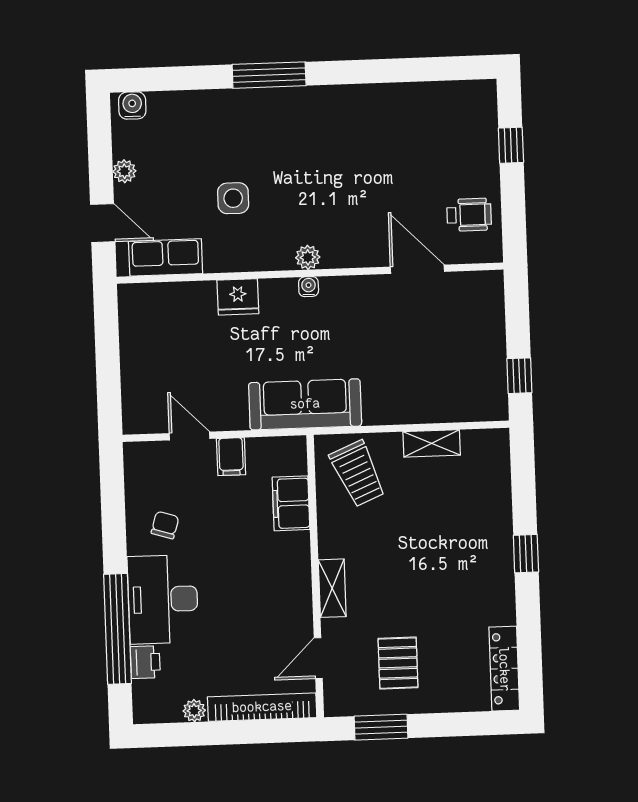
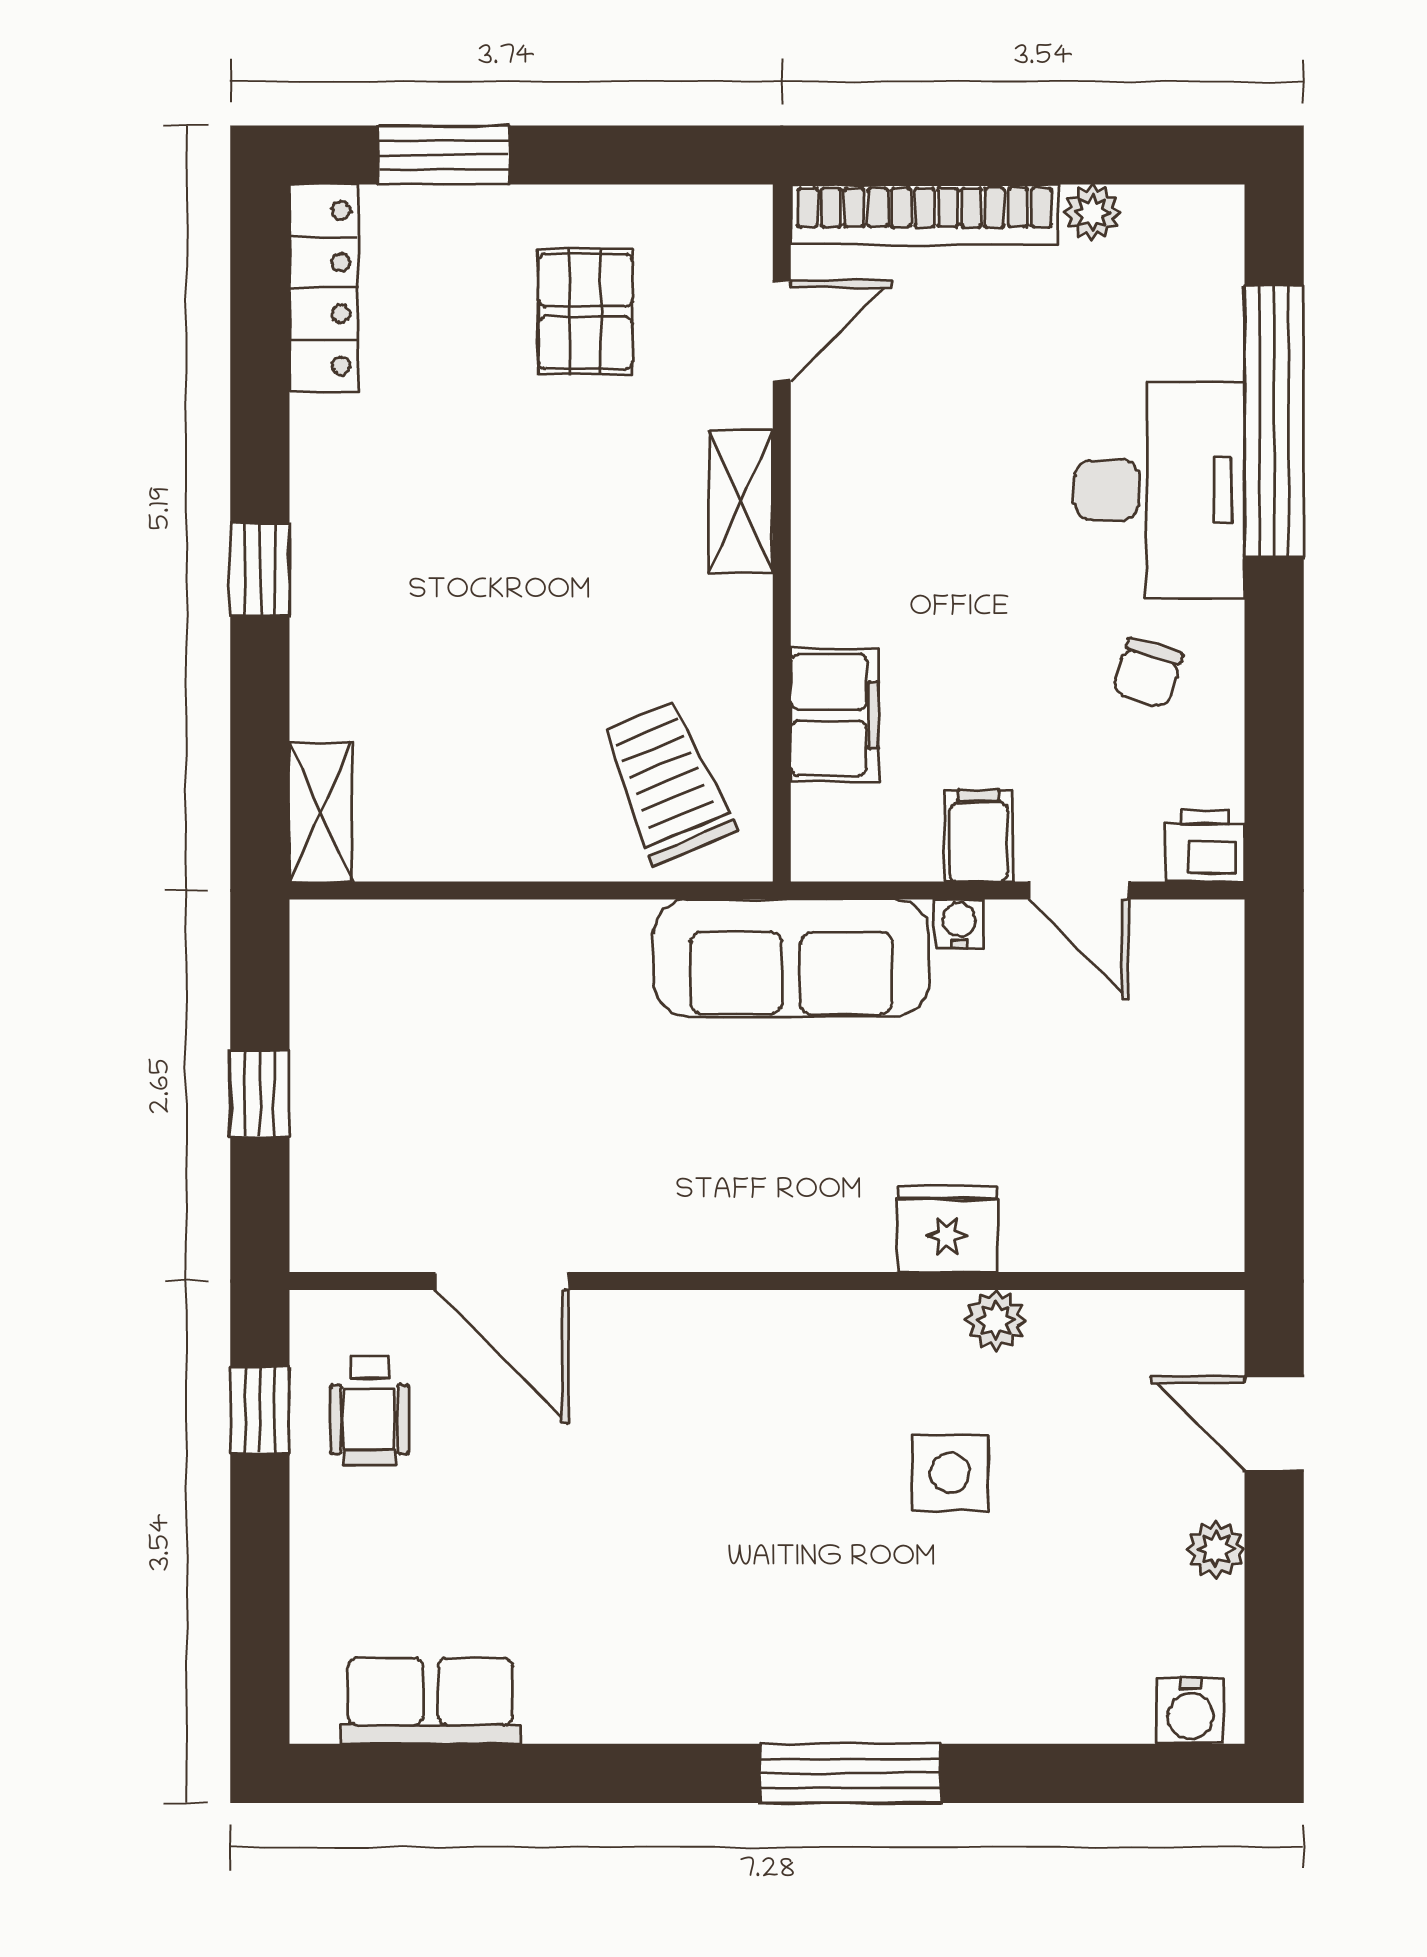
window: (511, 145) -> (260, 1410), moved
wheelchair: (469, 215) -> (369, 1411), turned -90
row of seats: (166, 257) -> (430, 1701), moved, turned 180
plant: (308, 257) -> (996, 1320), moved
water cooler: (309, 287) -> (959, 924), moved, turned 180
window: (519, 376) -> (260, 1093), moved
shelving: (432, 443) -> (321, 812), moved, turned 90
printer: (145, 662) -> (1205, 846), moved, turned 90
window: (381, 727) -> (444, 155), moved

